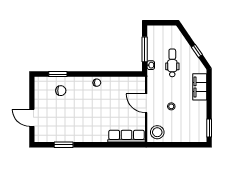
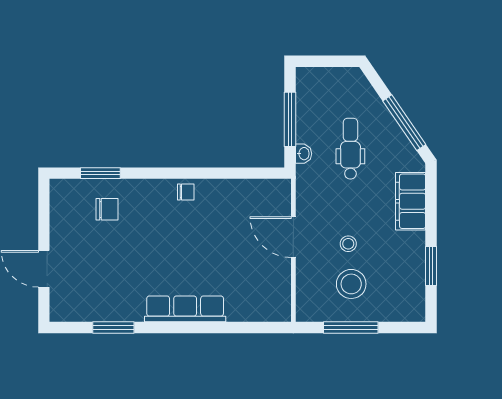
window: (197, 51) -> (404, 123), width x2.17
window: (209, 128) -> (431, 266), moved
stool: (157, 132) -> (351, 284), moved
row of seats: (127, 136) -> (185, 309), moved
window: (172, 145) -> (351, 328), added

